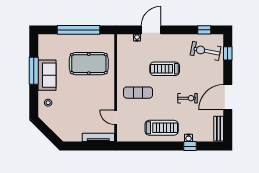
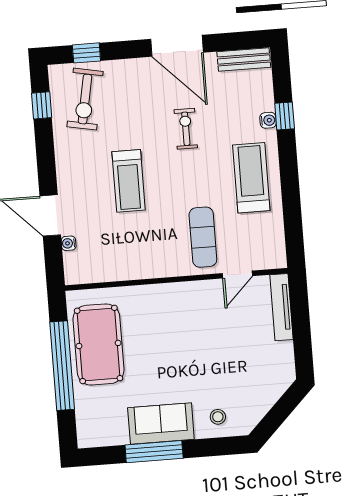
pool table: (89, 64) -> (99, 344), moved
exercise mat: (138, 93) -> (203, 237), moved

